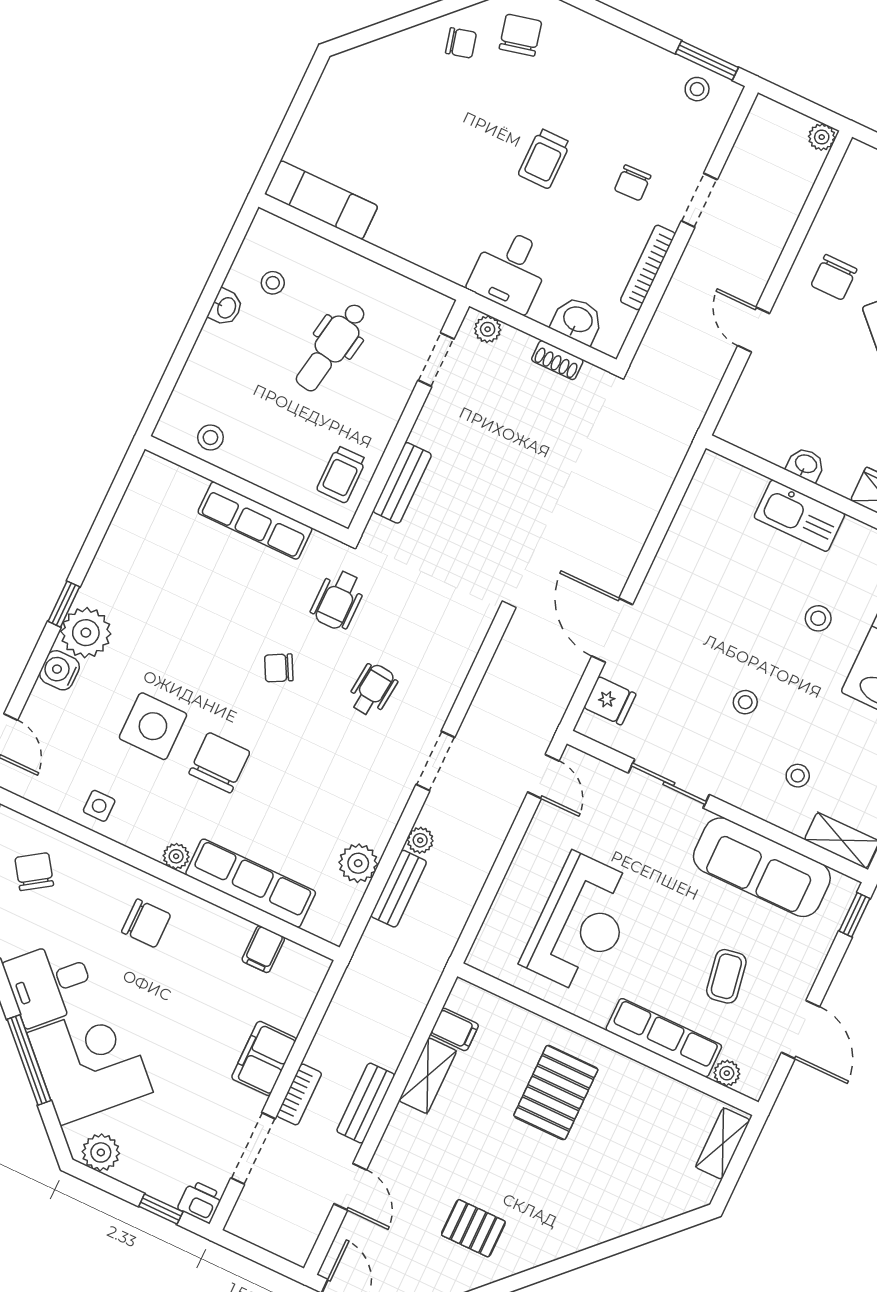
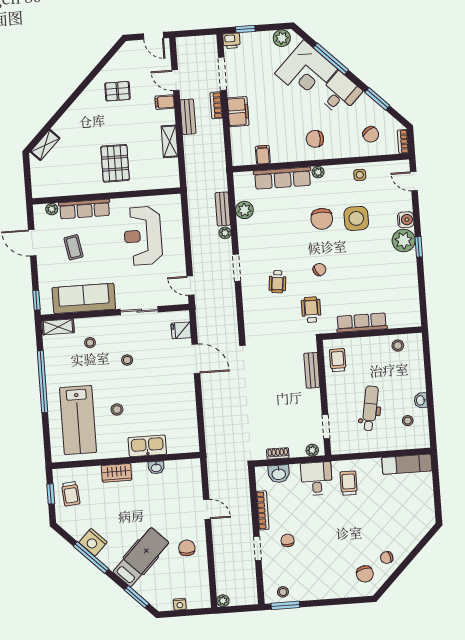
trolley: (544, 159) -> (349, 483), moved
filing cabinet: (454, 1029) -> (165, 102), moved
shelving: (723, 1144) -> (45, 145), moved, turned 45

